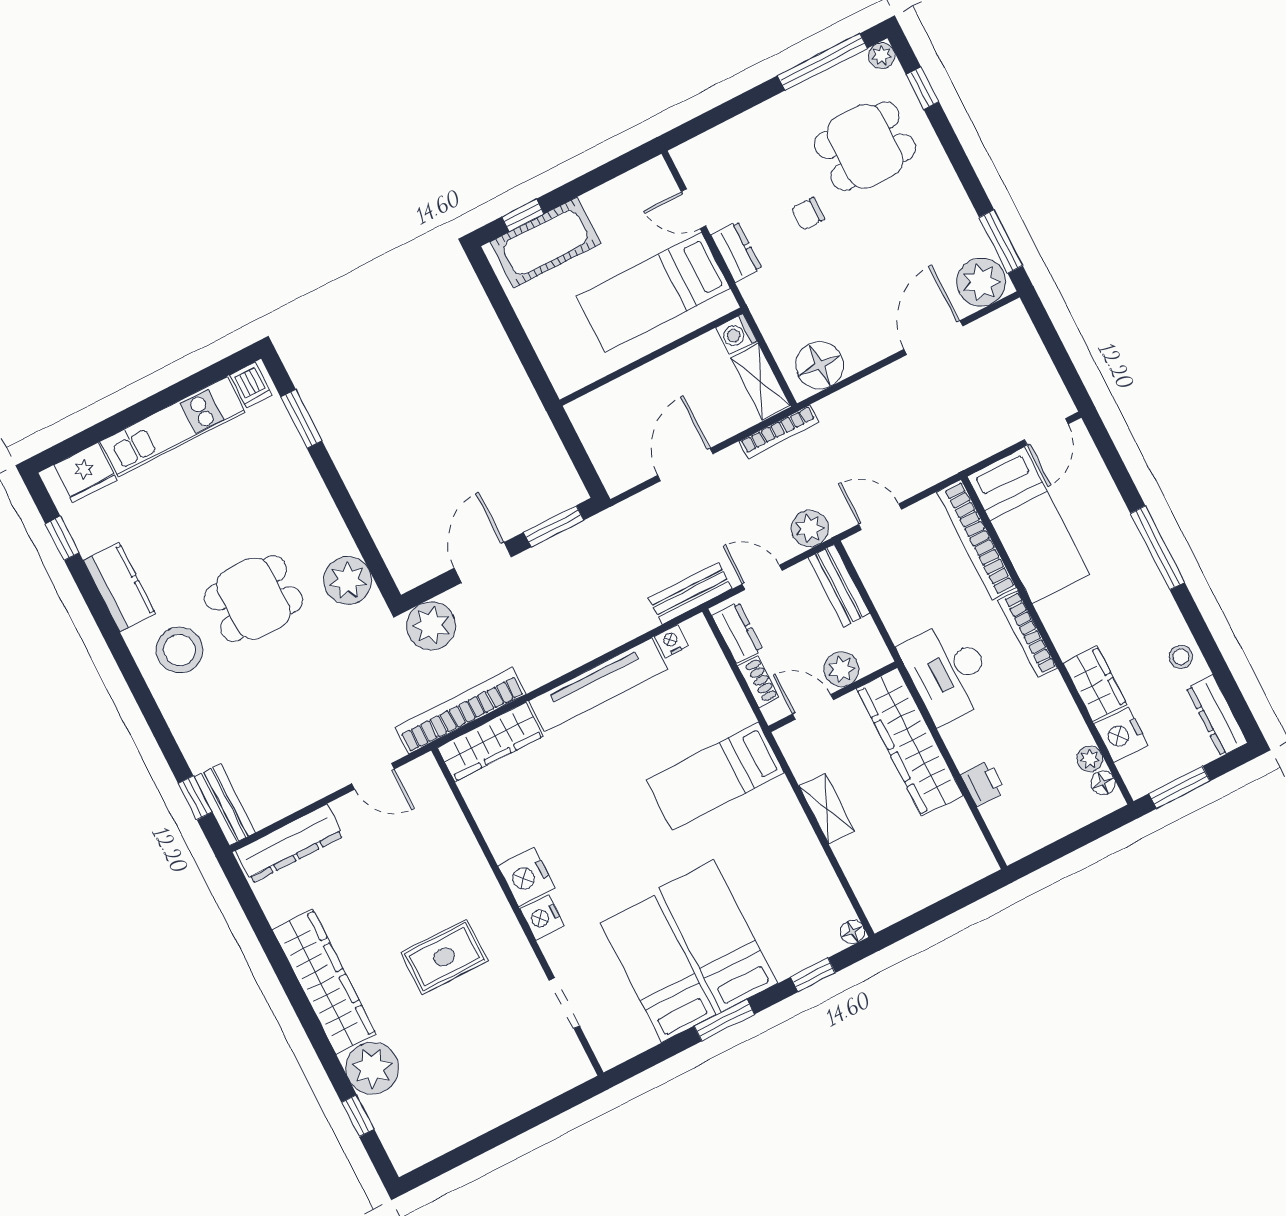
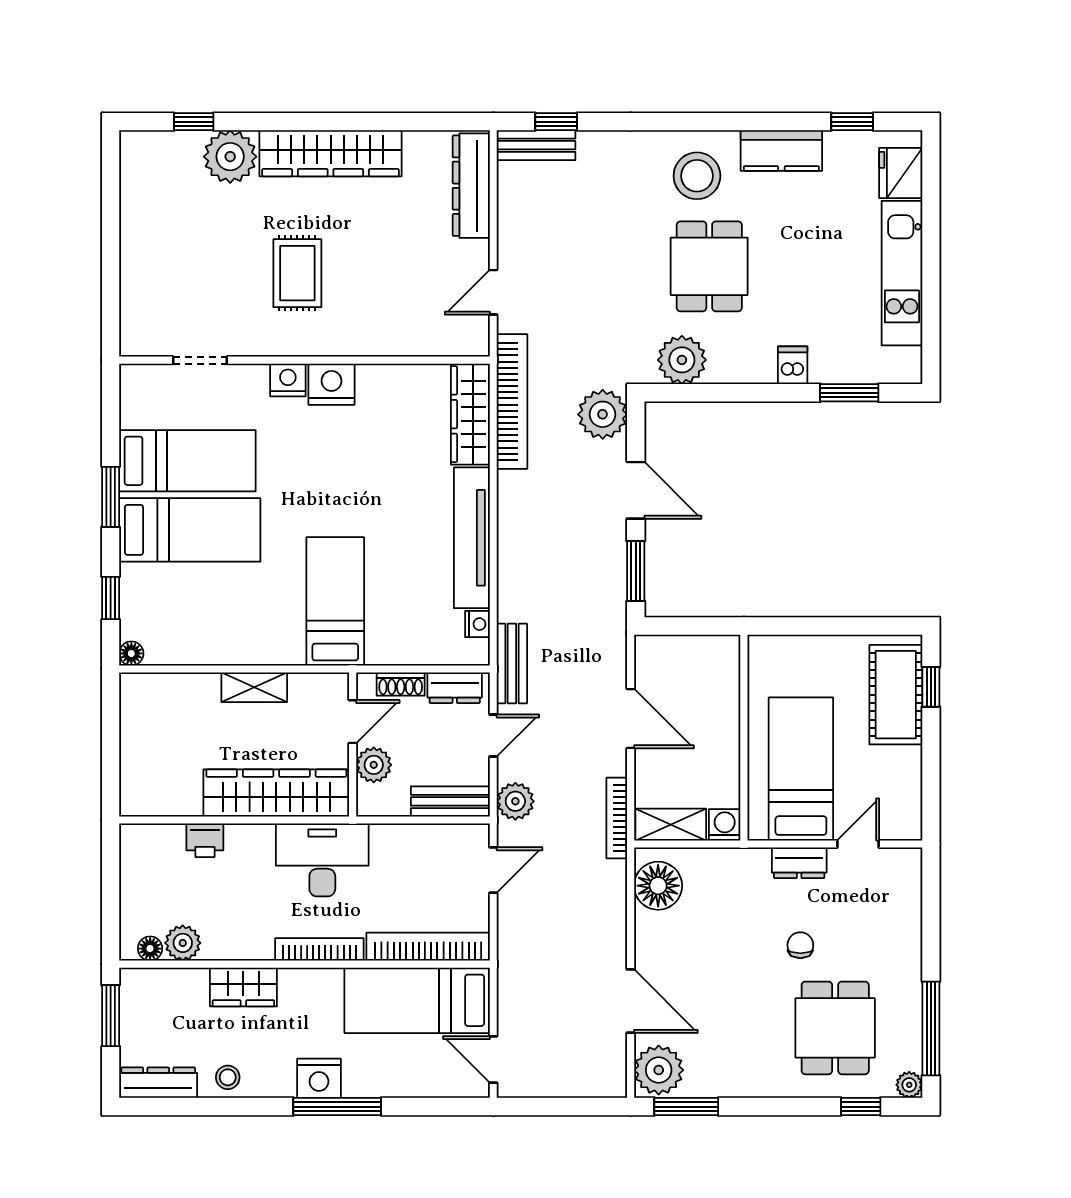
dishwasher: (251, 385) -> (793, 365), moved, turned 90
nightstand: (1121, 735) -> (319, 1078), moved, turned 180
plant: (1090, 759) -> (183, 943), width x1.38, depth x1.38

